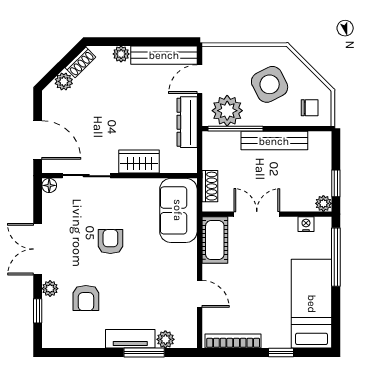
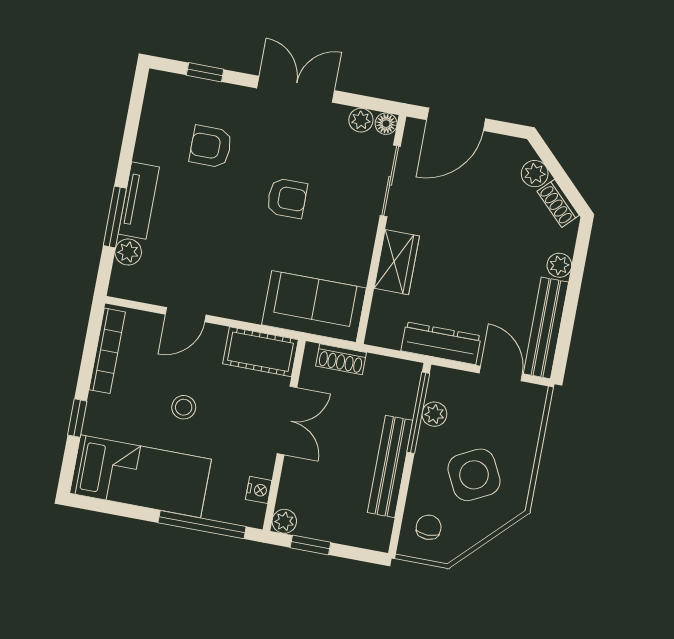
chair: (310, 108) -> (429, 527), turned 180
plant: (227, 111) -> (434, 414), width x0.53, depth x0.53
stool: (261, 284) -> (184, 407), added
plant: (50, 289) -> (361, 120), moved

